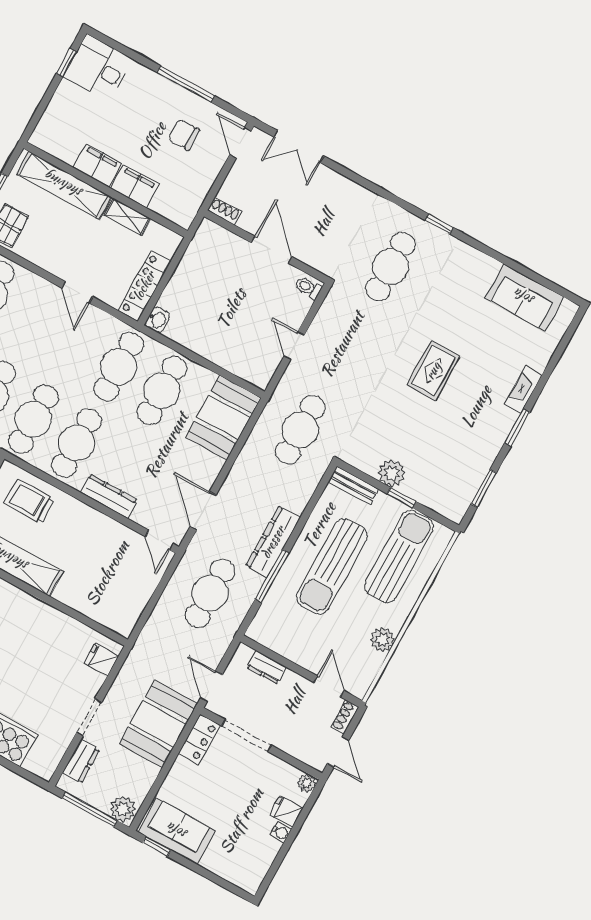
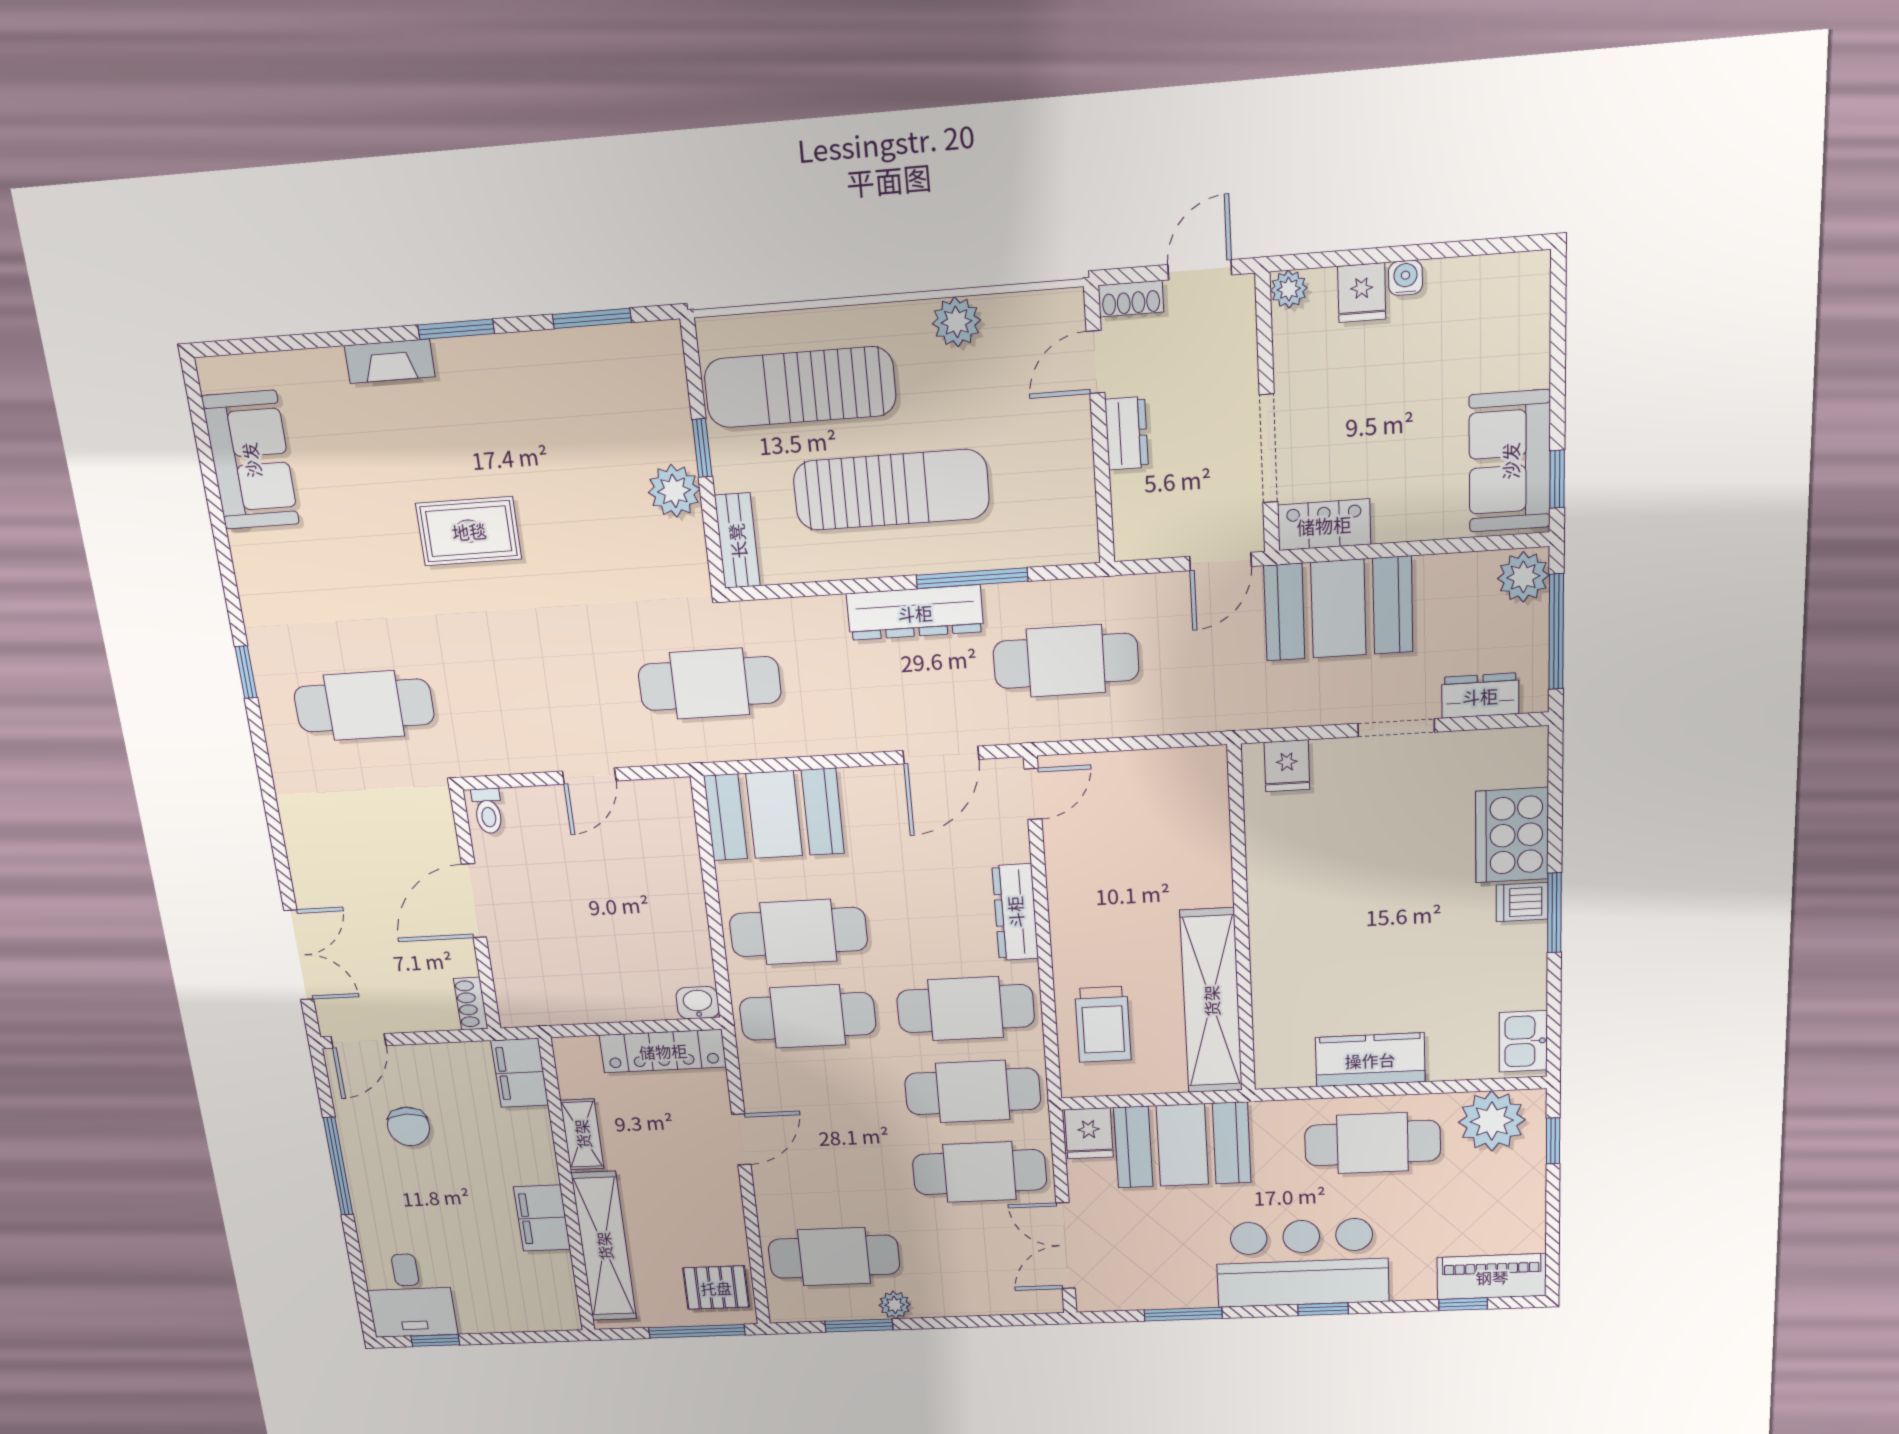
filing cabinet: (135, 186) -> (520, 1073), moved
dresser: (267, 667) -> (1127, 433), moved

